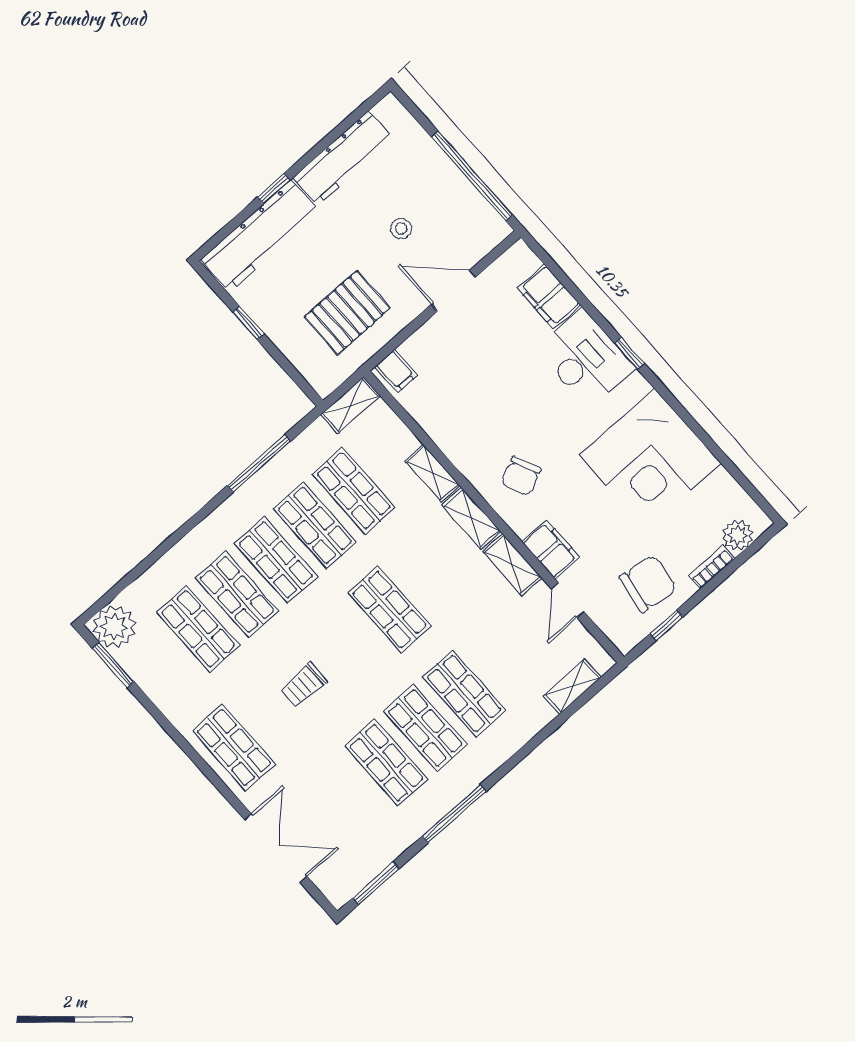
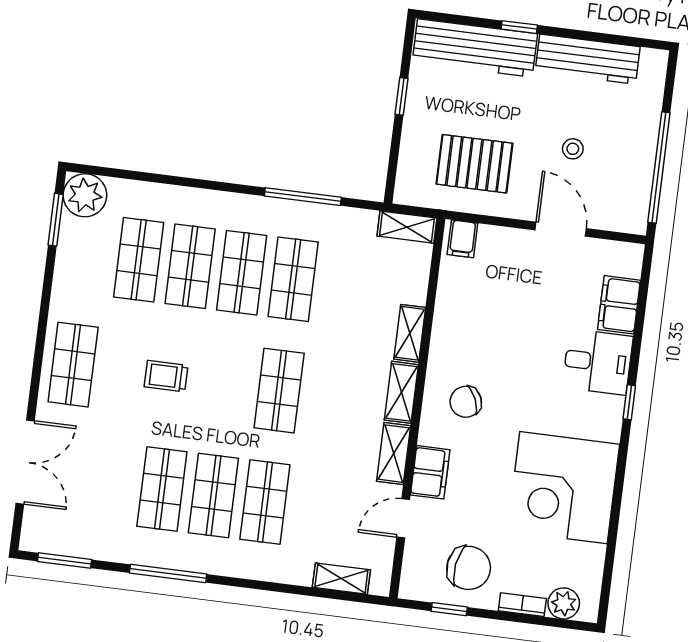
desk: (585, 359) -> (598, 362), width x0.73
shop shelf: (354, 491) -> (345, 286), removed

